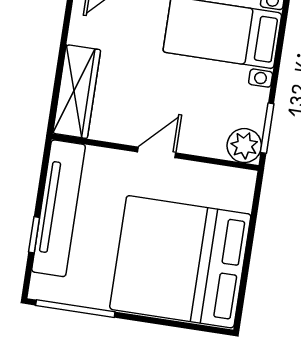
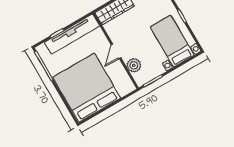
plant: (244, 146) -> (134, 65), moved
door: (157, 152) -> (116, 51), swing flipped

